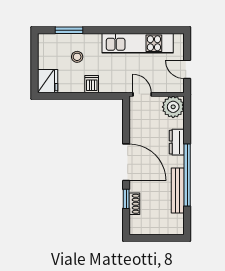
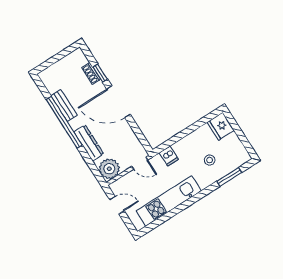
dishwasher: (92, 84) -> (169, 156), moved
dresser: (177, 142) -> (89, 143), width x1.44
bench: (178, 190) -> (64, 106), width x0.73

